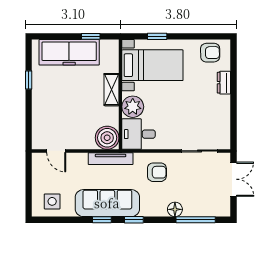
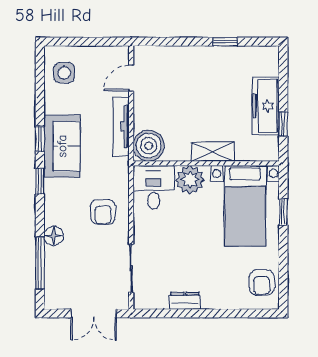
freezer: (69, 52) -> (266, 106), width x0.73, depth x0.79
dresser: (224, 83) -> (185, 301), moved
tv unit: (111, 159) -> (121, 127), moved
sofa: (107, 203) -> (62, 146), width x0.73

